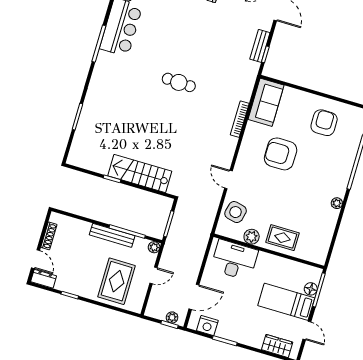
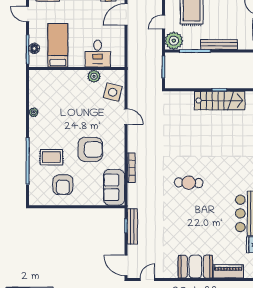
bench: (260, 46) -> (132, 226), width x1.36
stairs: (140, 173) -> (220, 101), moved
plant: (337, 203) -> (34, 112), moved
bench: (112, 235) -> (219, 44), moved
rug: (282, 238) -> (51, 157), moved
plant: (154, 247) -> (174, 41), width x1.87, depth x1.87
desk: (234, 260) -> (98, 54), width x0.73
bed: (286, 302) -> (58, 45), moved, turned -90

